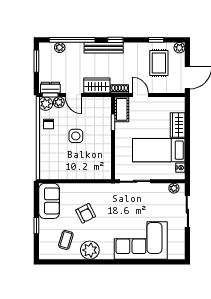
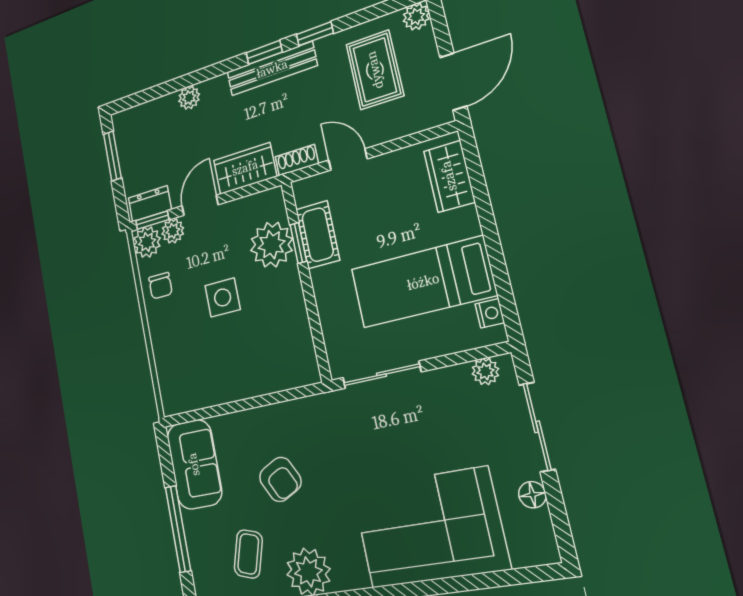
window: (72, 40) -> (174, 85), removed
window: (156, 40) -> (315, 34), moved
plant: (60, 47) -> (189, 98), moved
bench: (104, 48) -> (272, 69), moved
door: (74, 95) -> (200, 205), swing flipped
cot: (122, 109) -> (318, 235), moved
plant: (102, 120) -> (272, 245), added
wardrobe: (178, 125) -> (449, 176), moved
window: (36, 226) -> (178, 529), width x2.17
floor lamp: (180, 234) -> (532, 495), added

